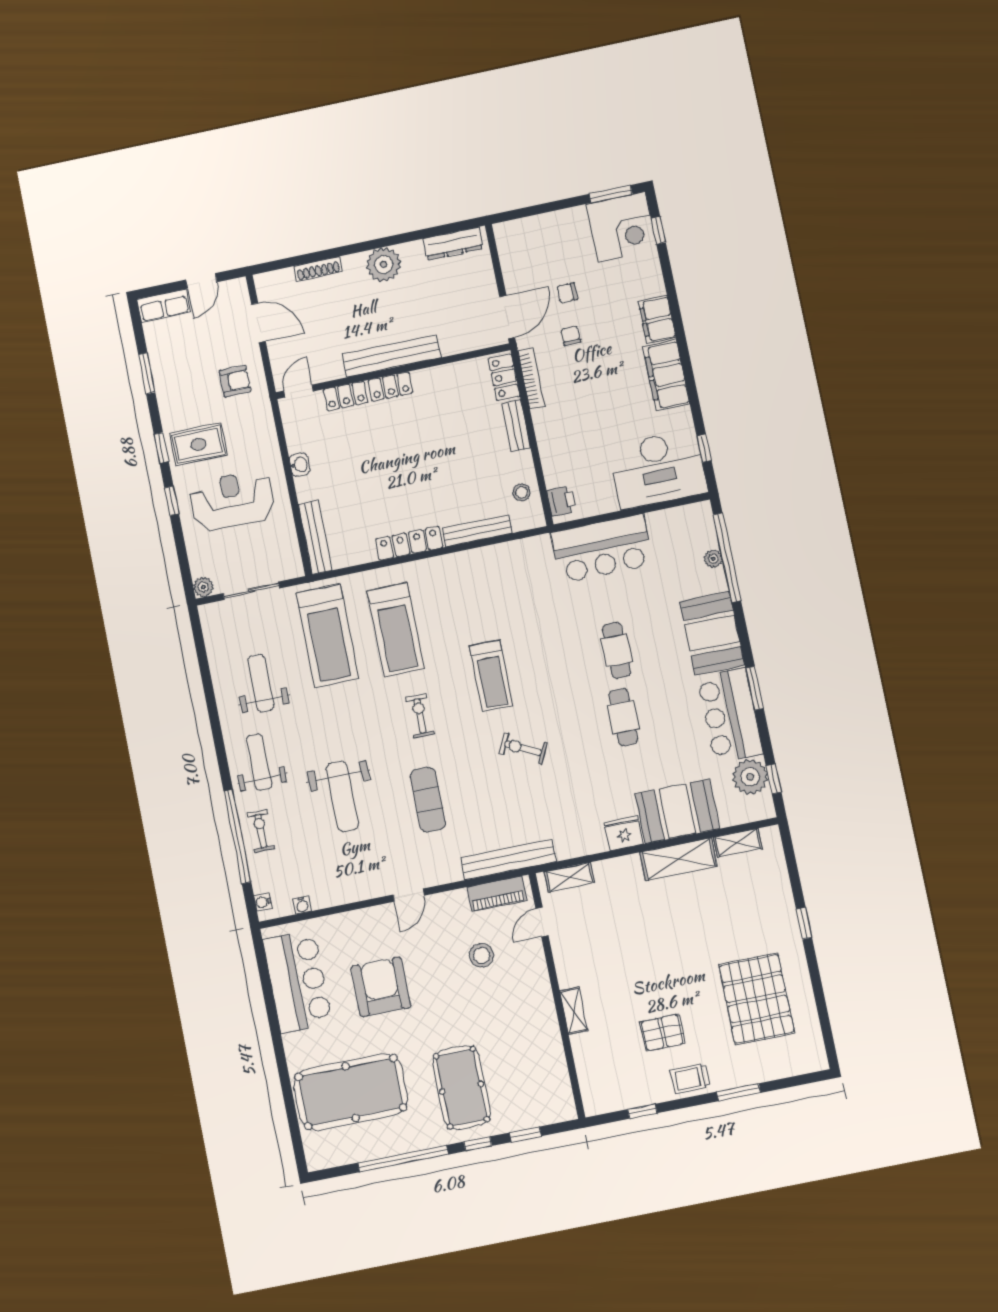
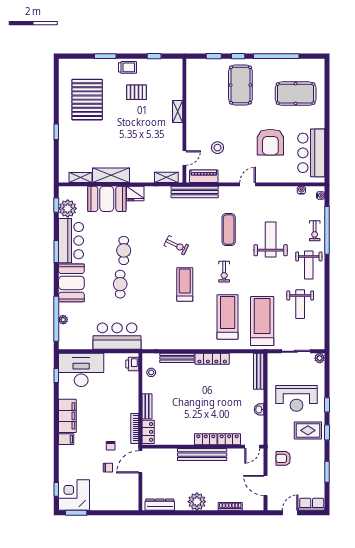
filing cabinet: (657, 320) -> (66, 439), width x0.50
pool table: (351, 1092) -> (296, 94), width x0.73, depth x0.76

